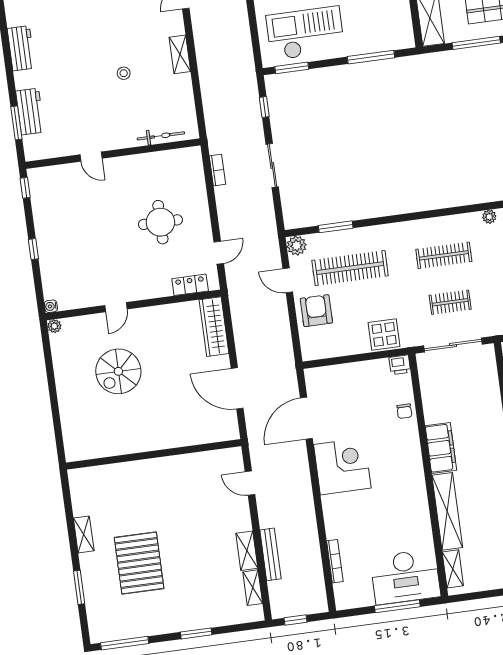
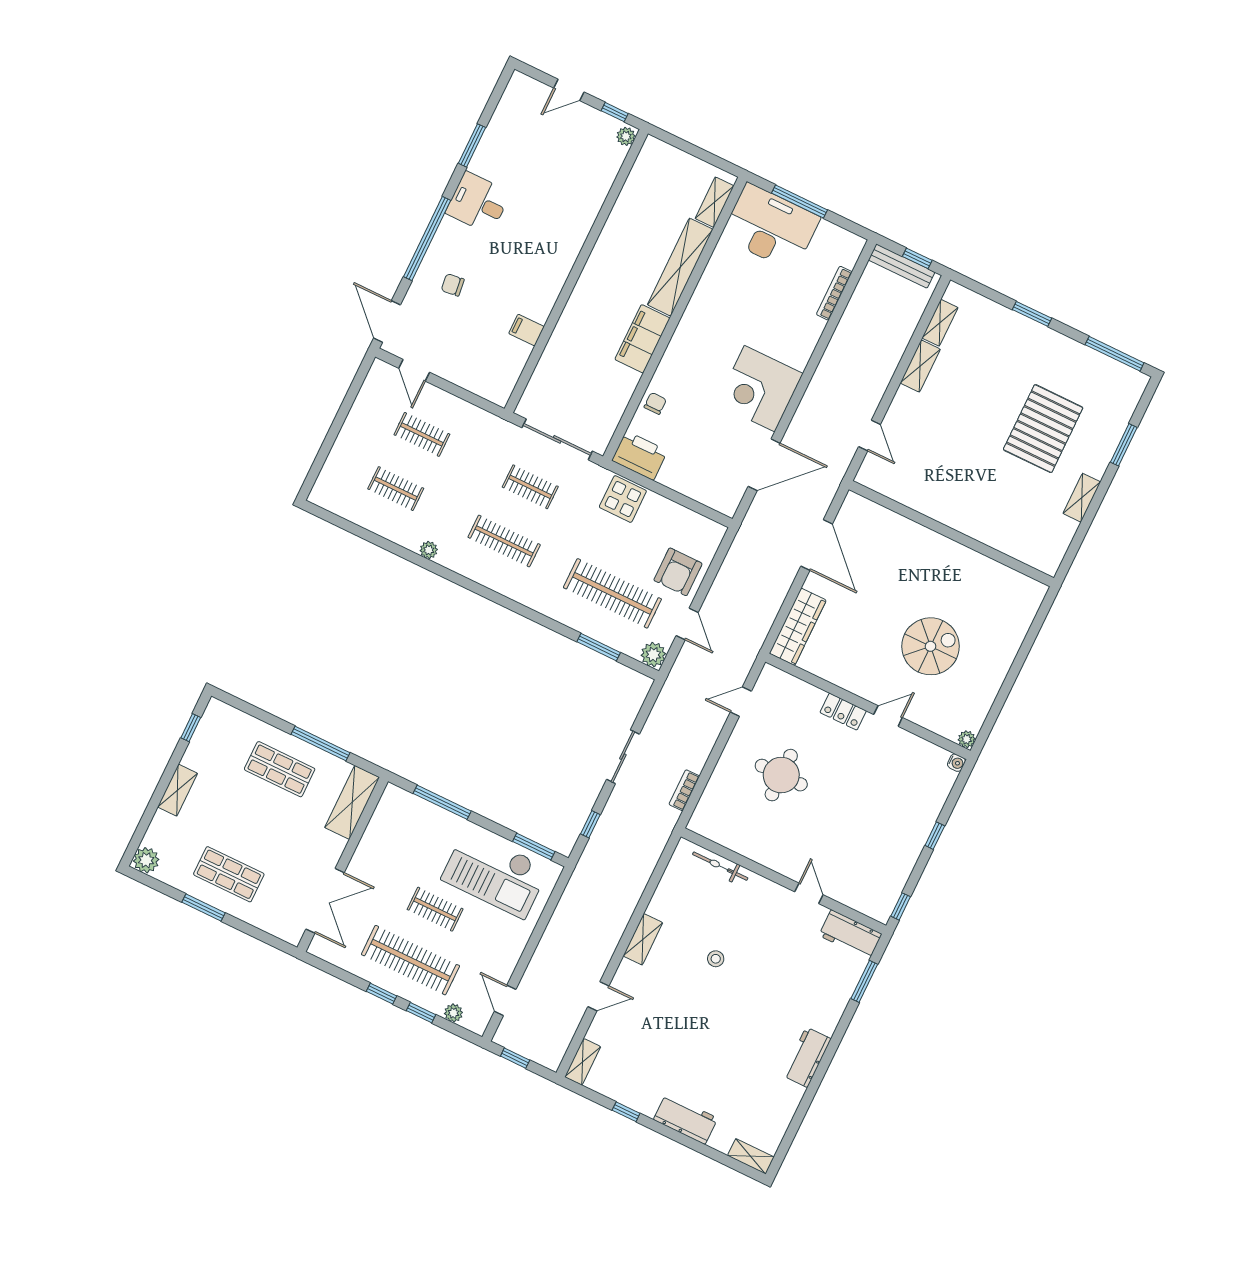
workbench: (30, 112) -> (850, 935), moved, turned -90
locker: (190, 285) -> (843, 712), moved
printer: (400, 365) -> (640, 456), width x1.87, depth x1.48
bench: (270, 554) -> (902, 266), moved, turned 90

